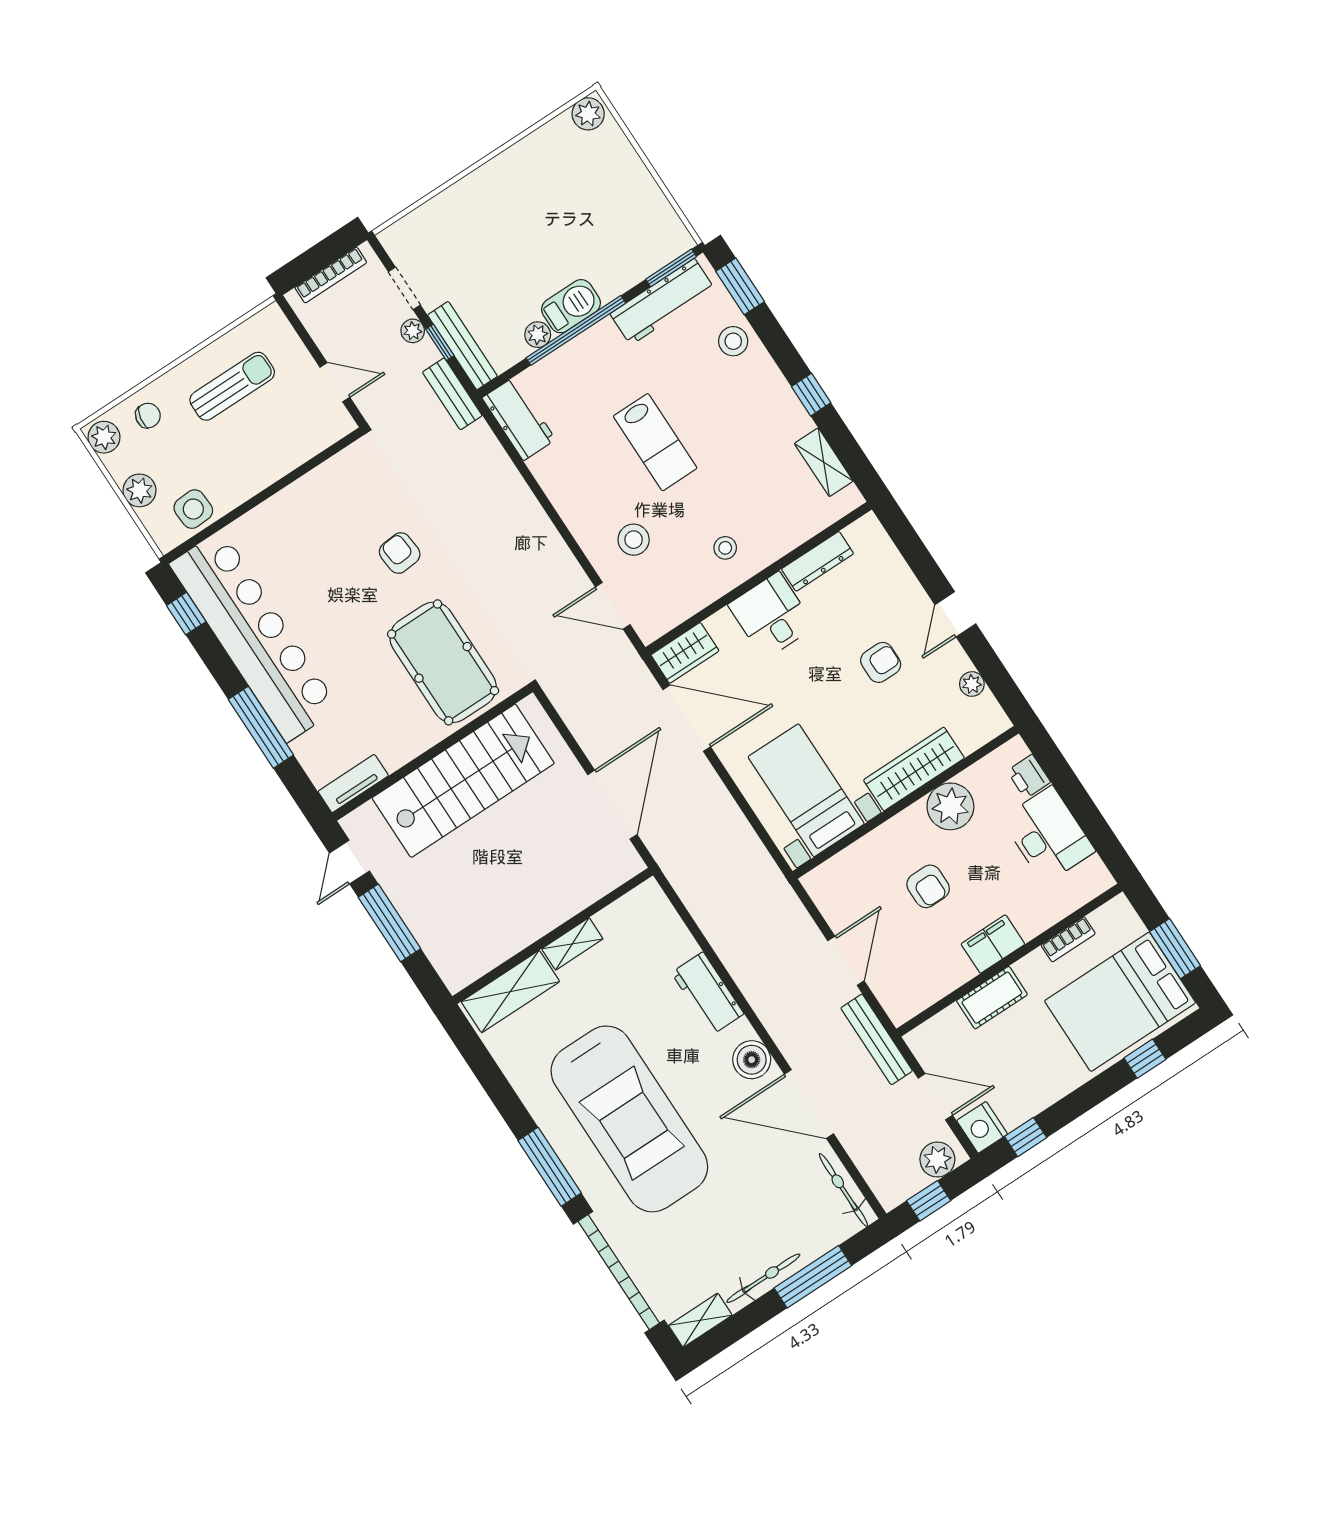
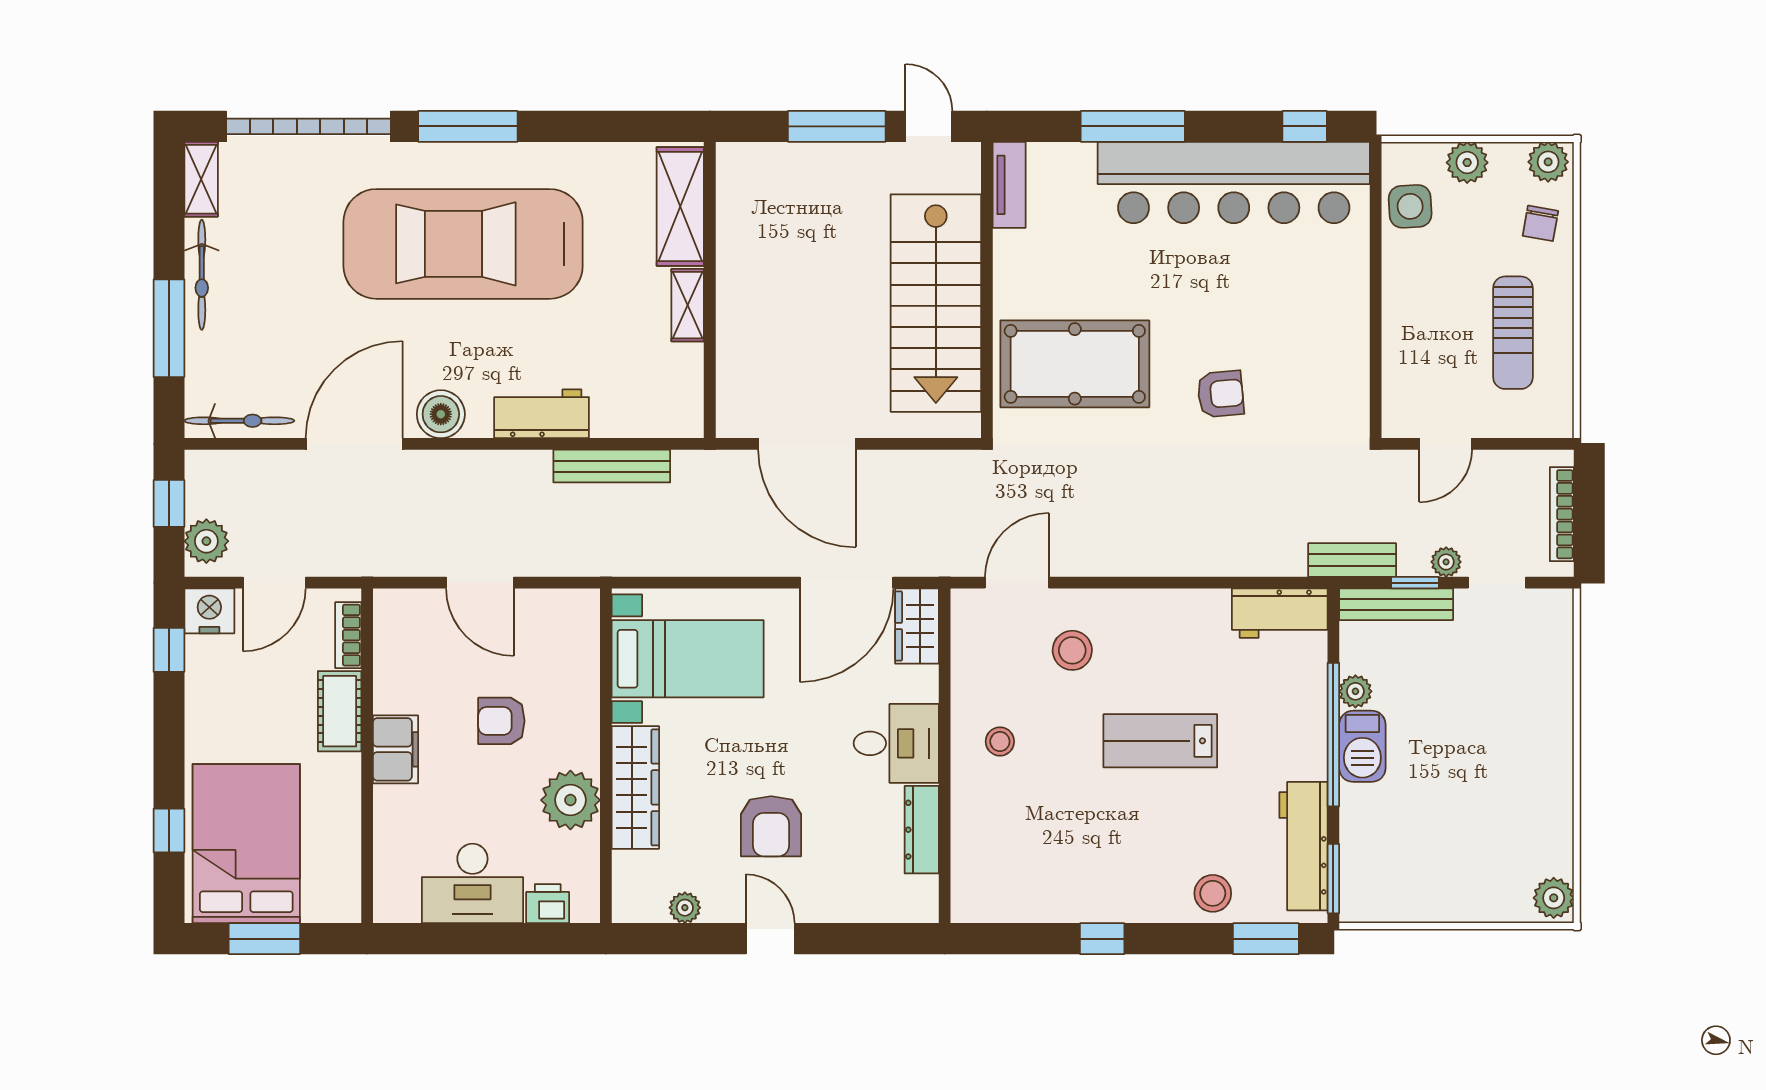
shelving: (824, 462) -> (1022, 905), removed
armchair: (881, 662) -> (771, 826), width x1.38, depth x1.38
bookcase: (1068, 939) -> (348, 635), moved
bench: (877, 1039) -> (612, 466), moved

